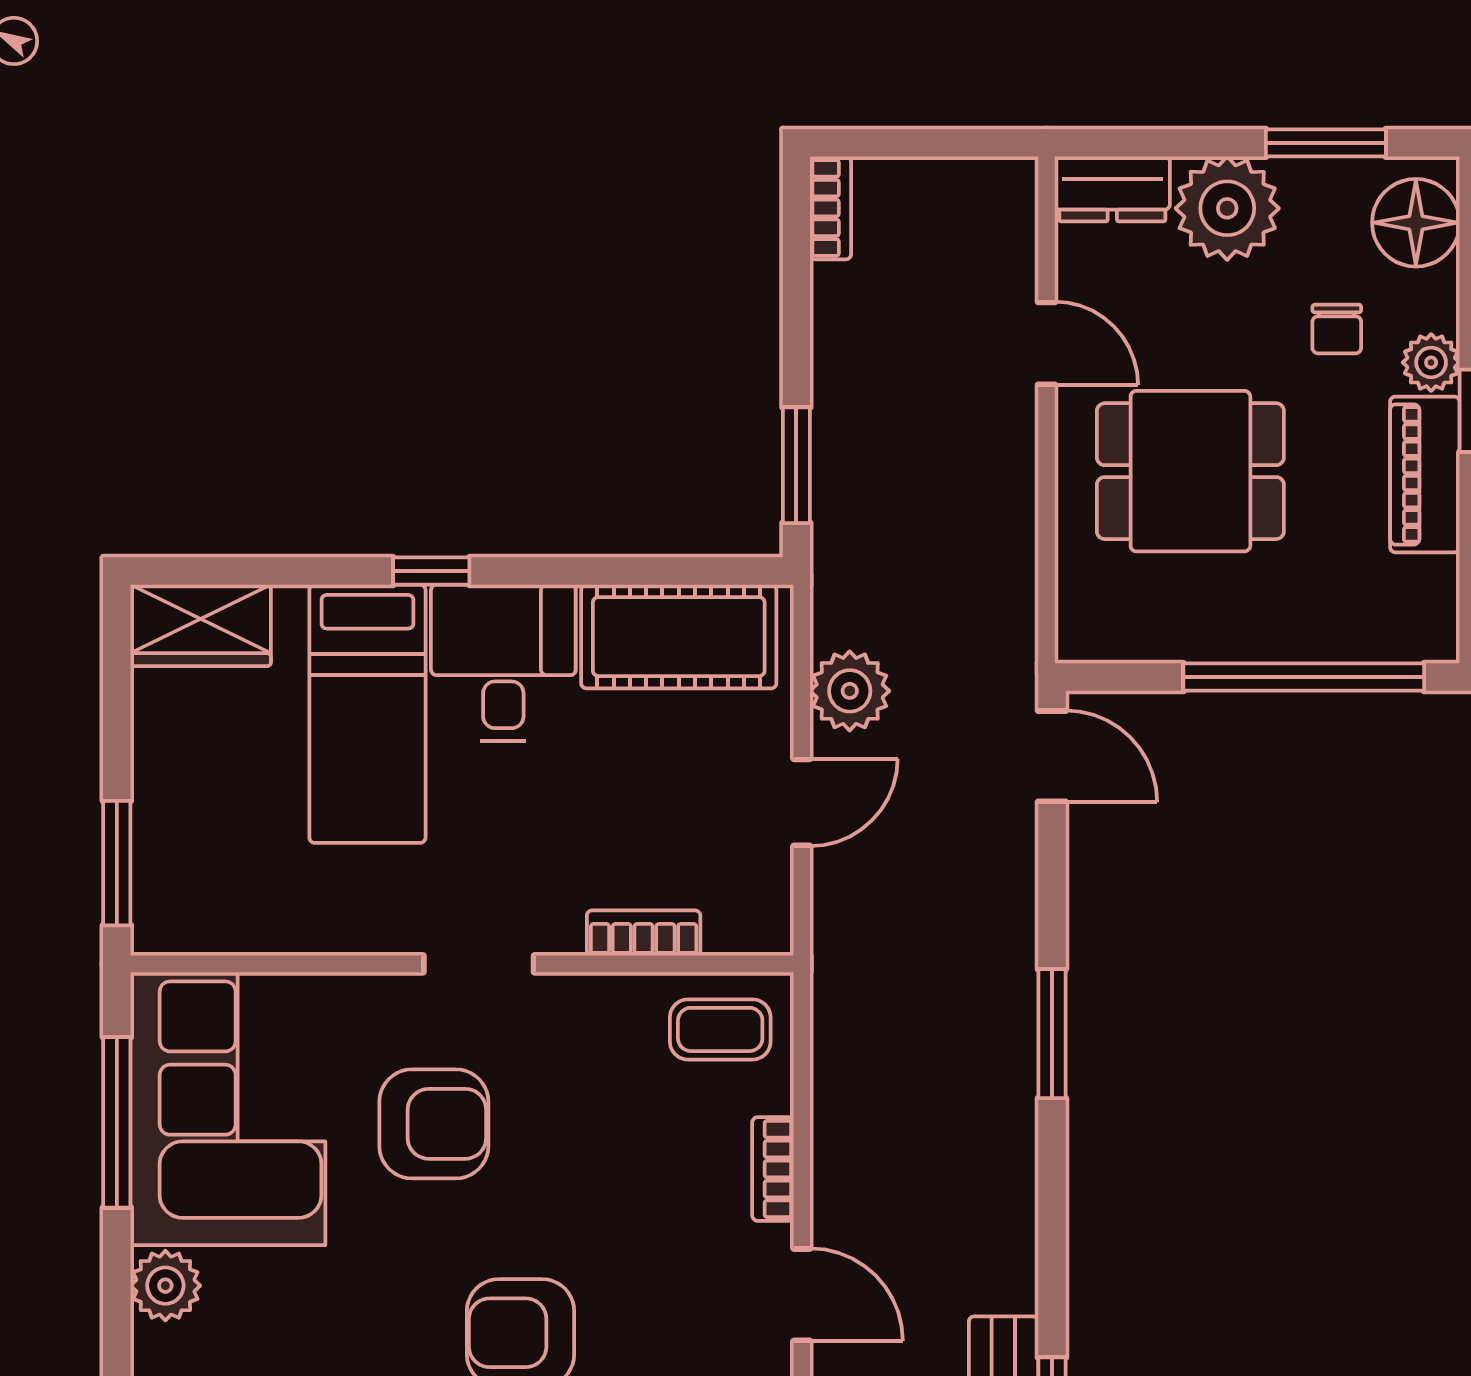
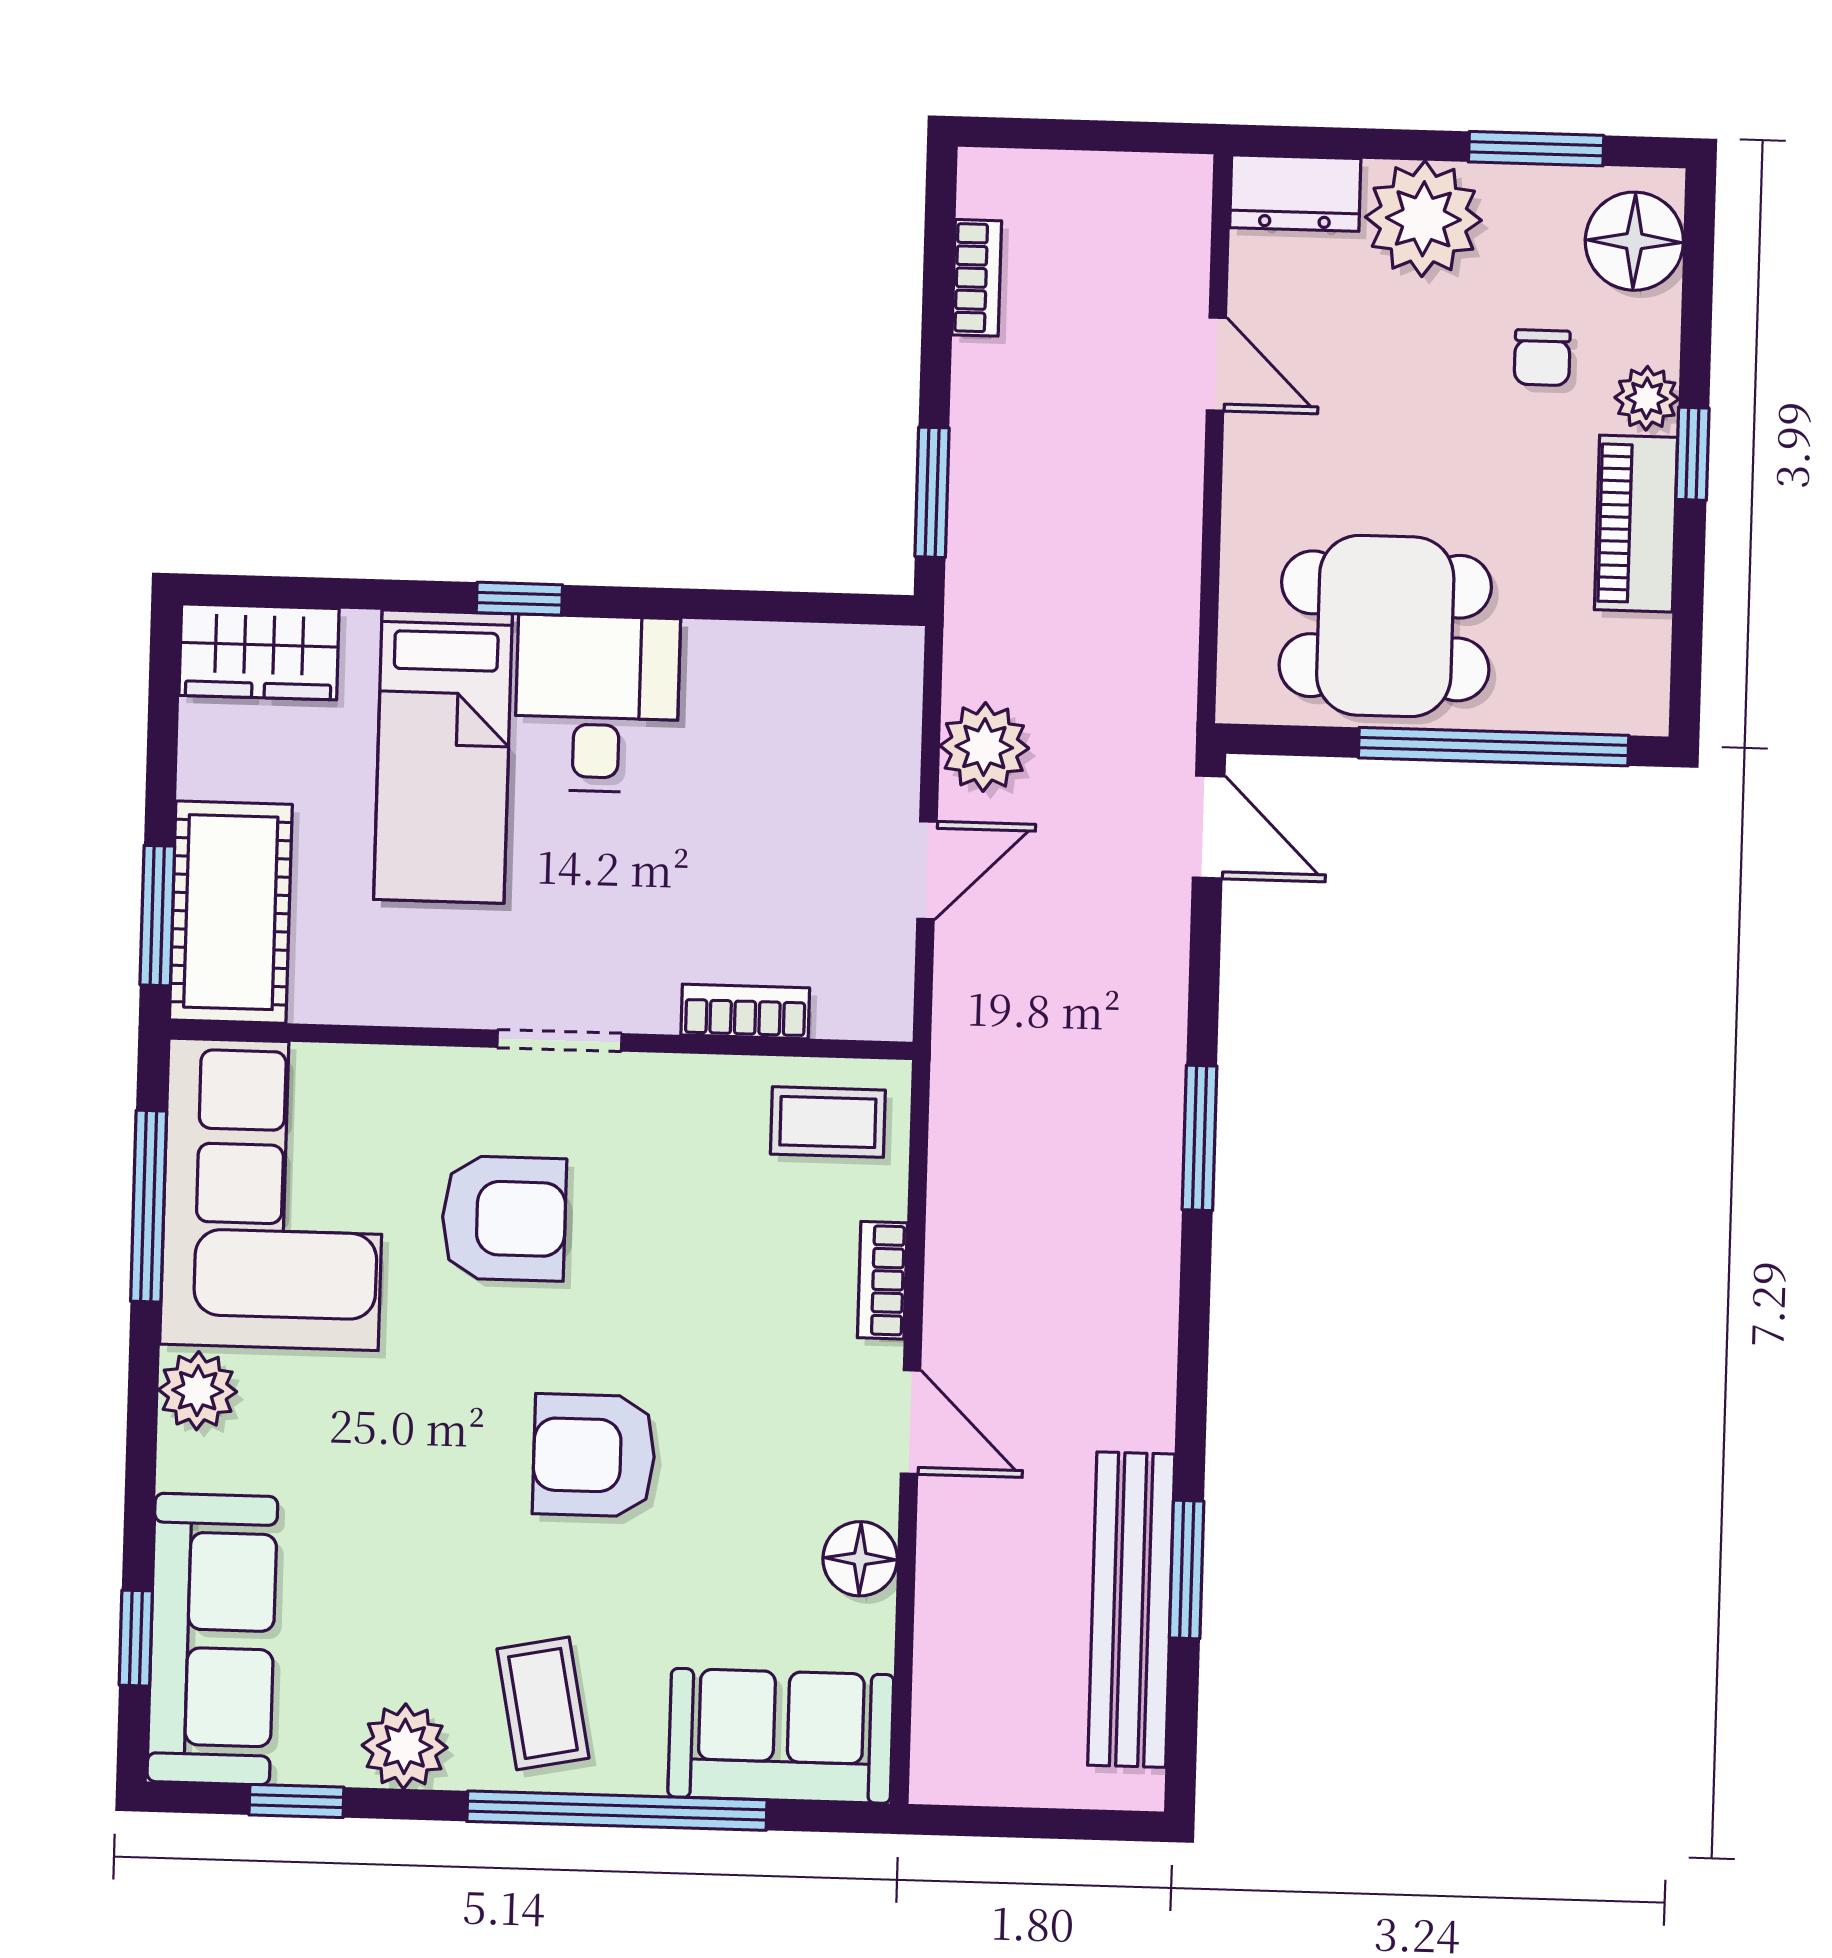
bookcase: (831, 208) -> (977, 278), moved
dining table: (1190, 471) -> (1385, 626), moved
cot: (679, 637) -> (231, 912), moved, turned 90

